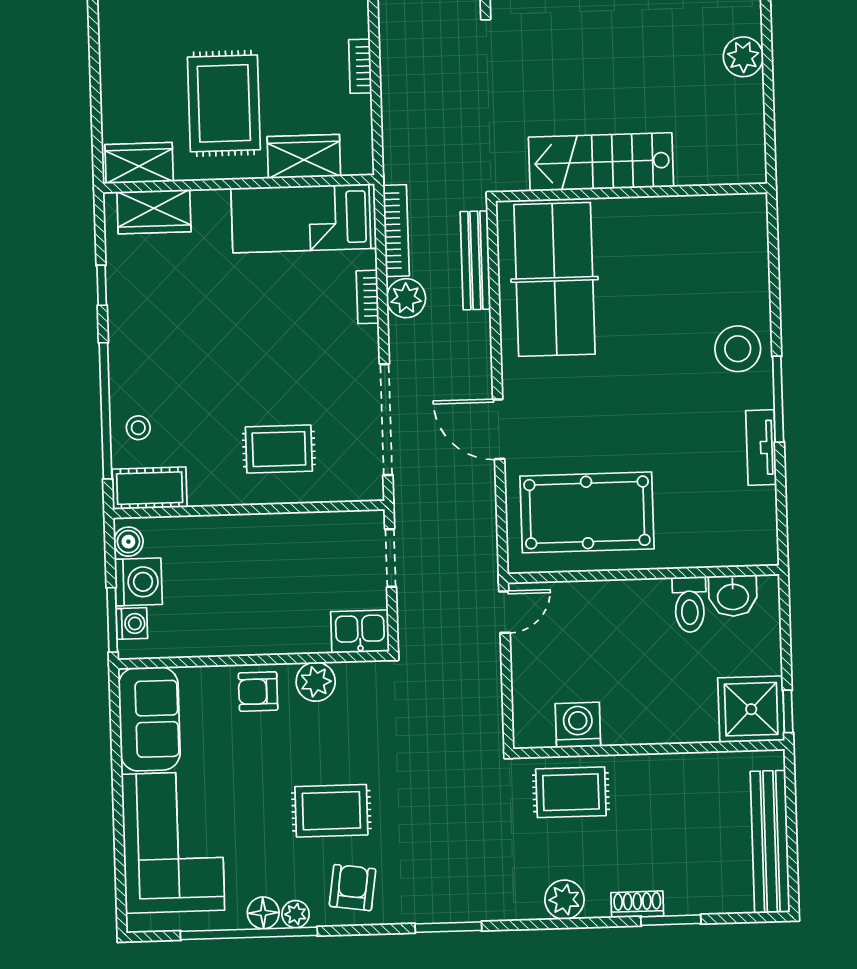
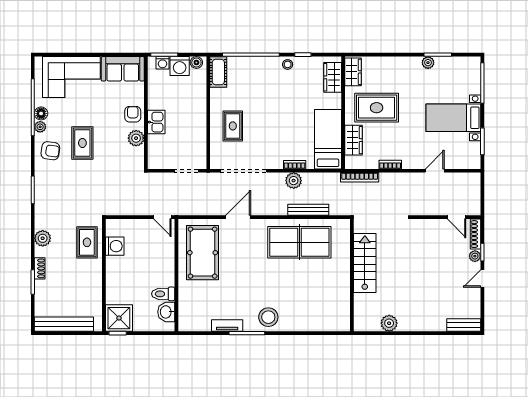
stairs: (601, 162) -> (365, 263), moved
wall: (631, 192) -> (352, 275), moved
bookcase: (396, 231) -> (360, 177), moved
stool: (138, 428) -> (288, 64), moved
kitchen sink: (360, 632) -> (156, 122), moved

